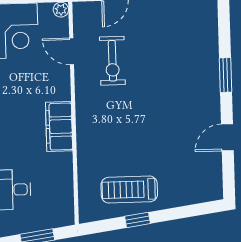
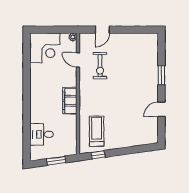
treadmill: (129, 190) -> (97, 131), moved, turned 90
window: (138, 220) -> (98, 155), moved

